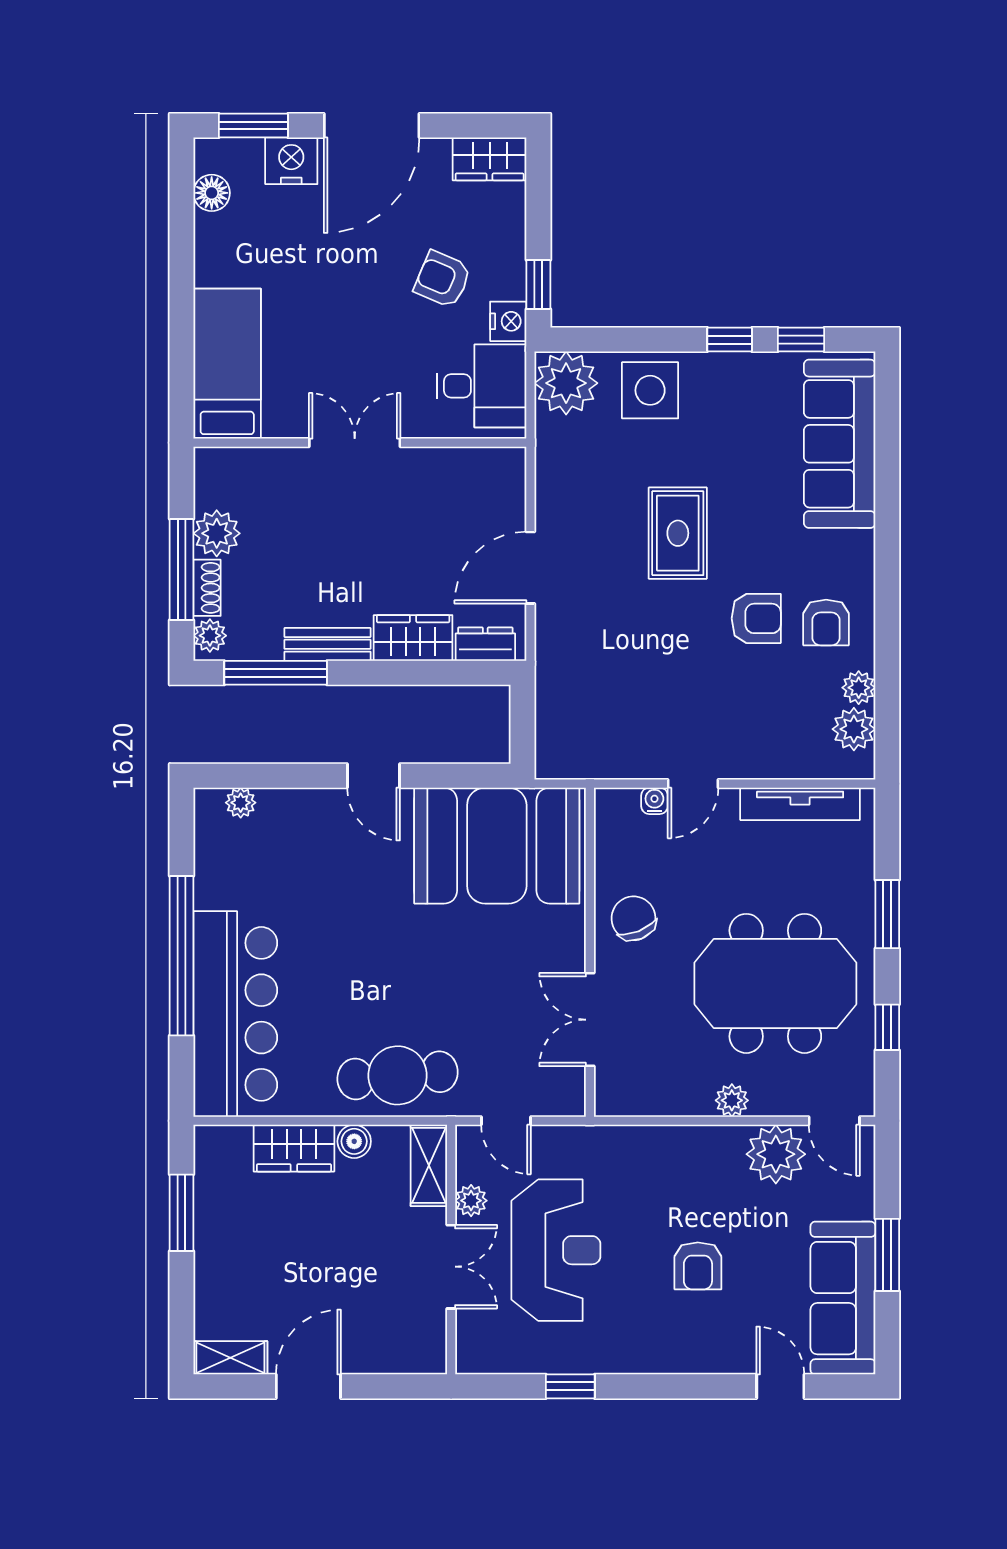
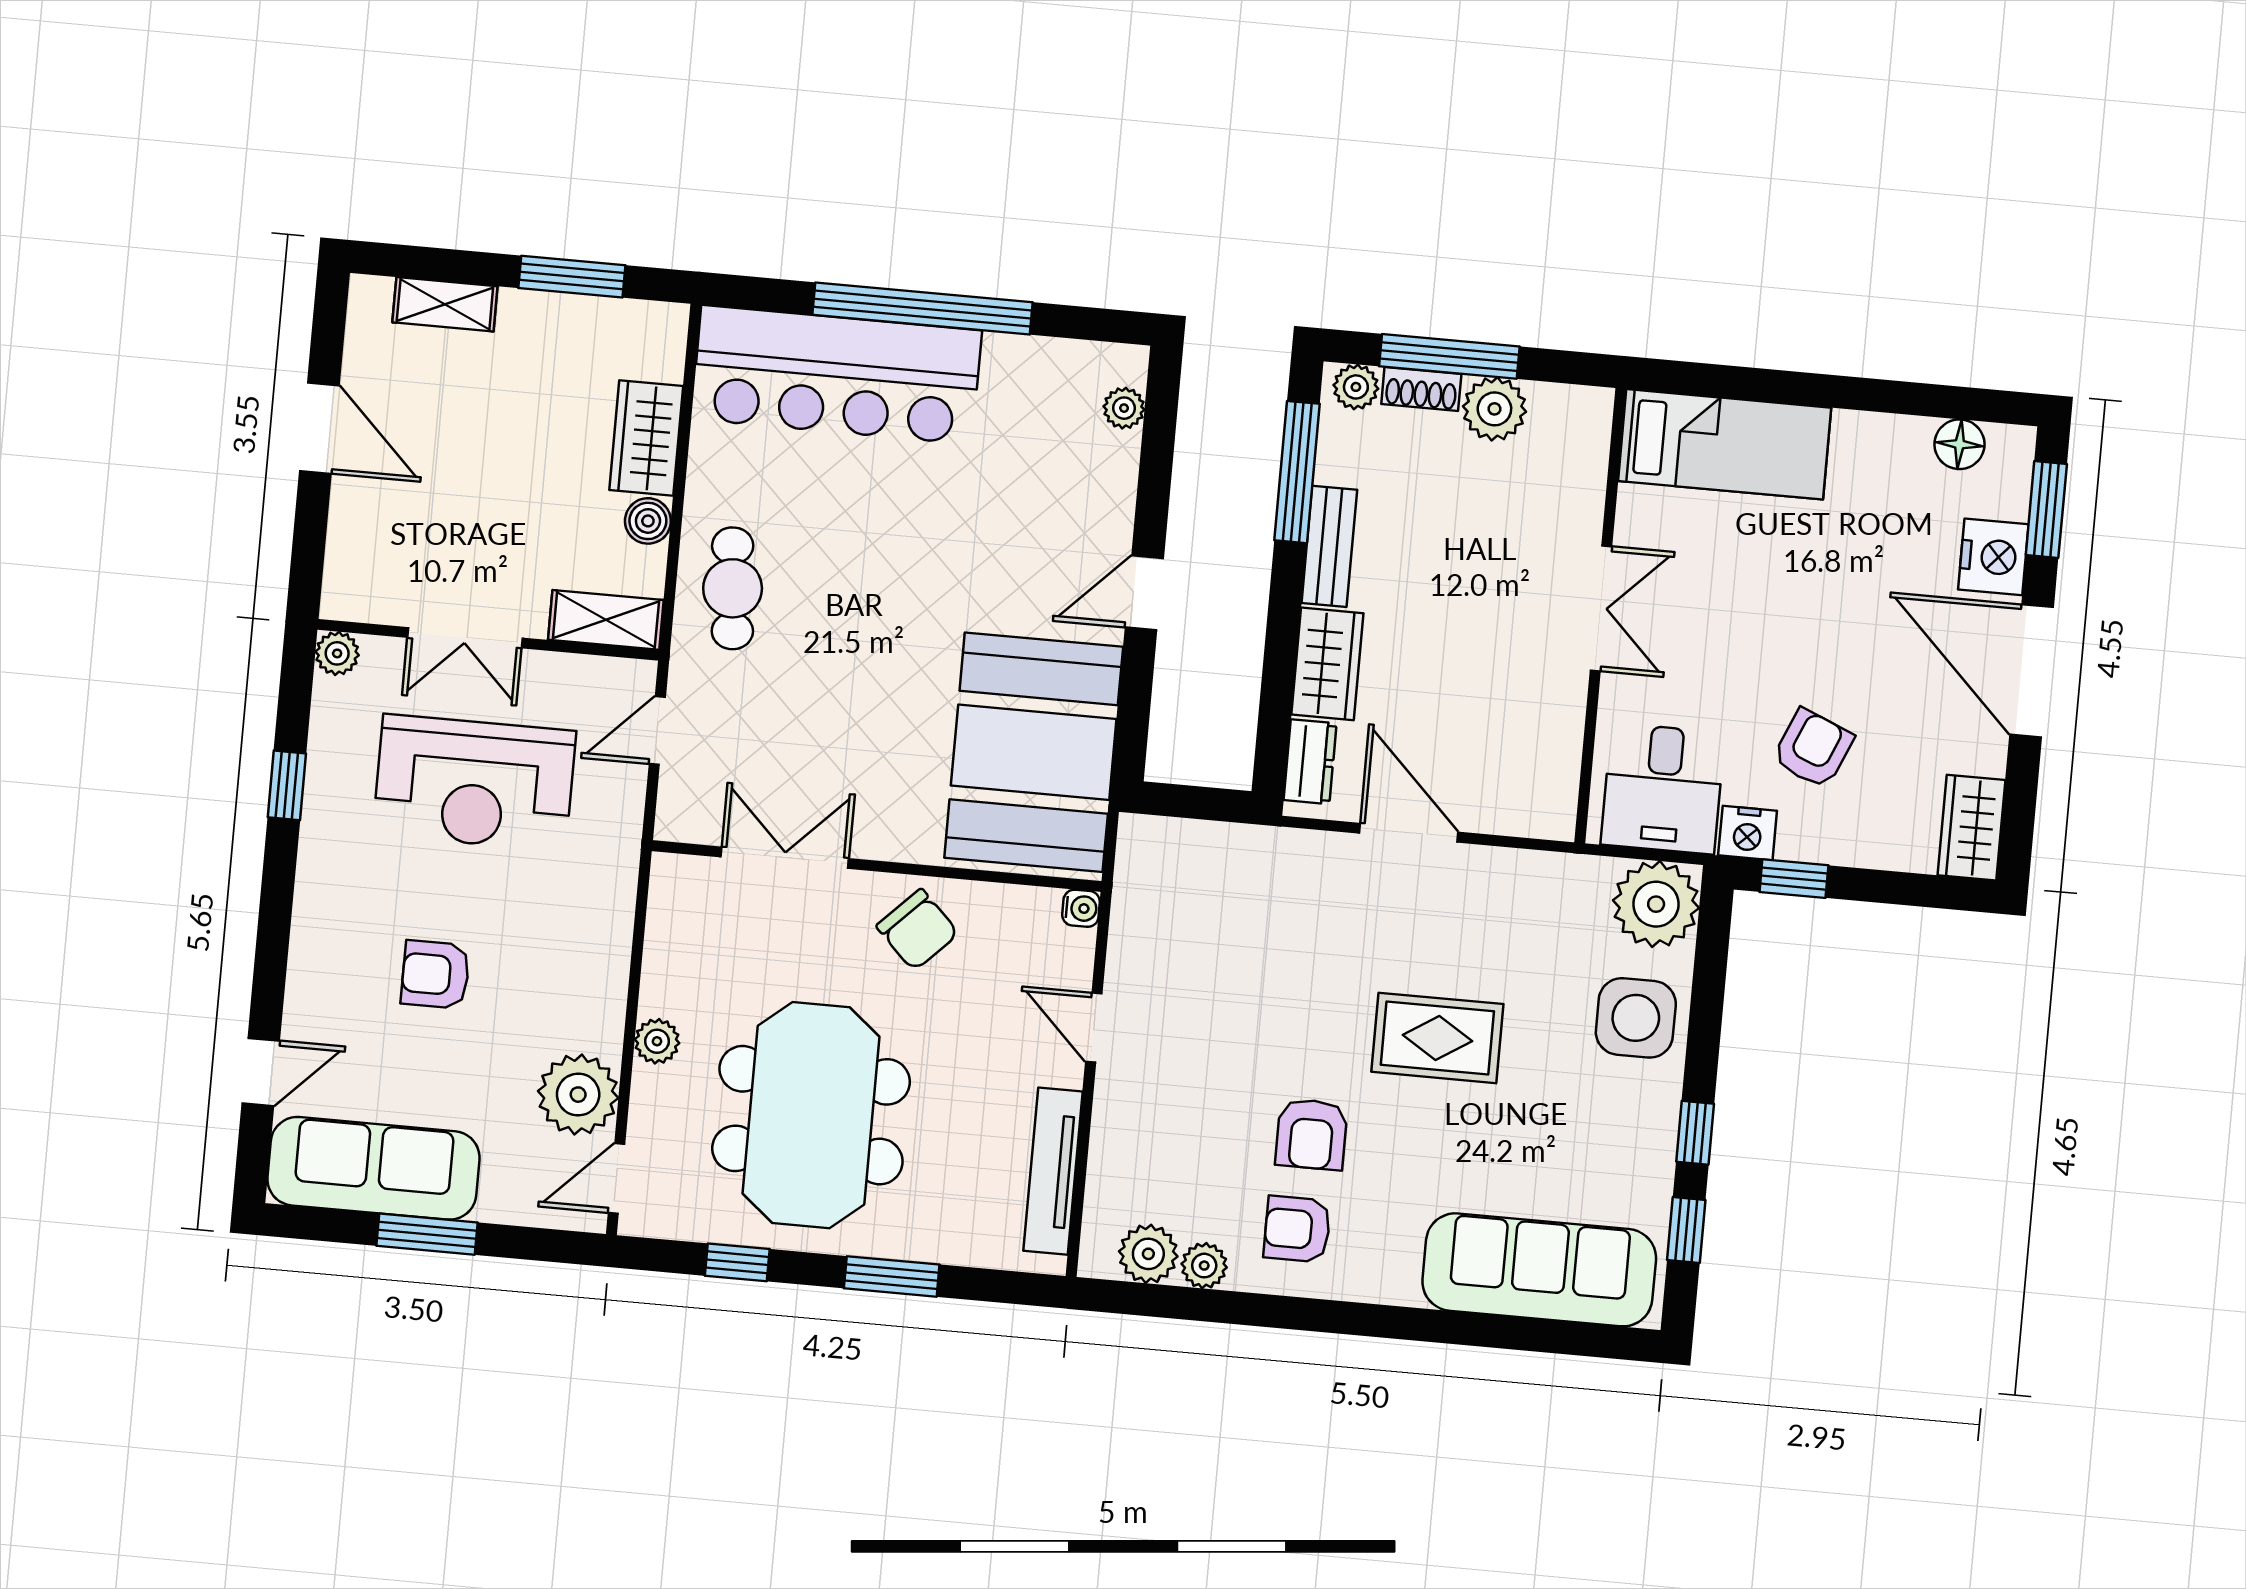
water cooler: (654, 801) -> (1081, 908), moved
chair: (633, 918) -> (917, 930), turned 67
cafe table: (398, 1075) -> (733, 588), width x0.73, depth x0.74
plant: (471, 1201) -> (337, 653), moved
shelving: (230, 1358) -> (445, 304), moved, turned 90

